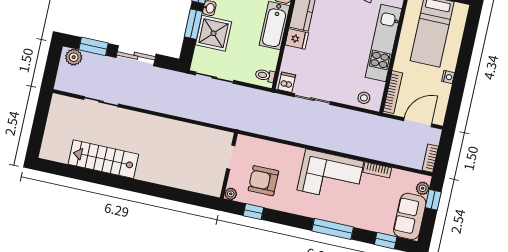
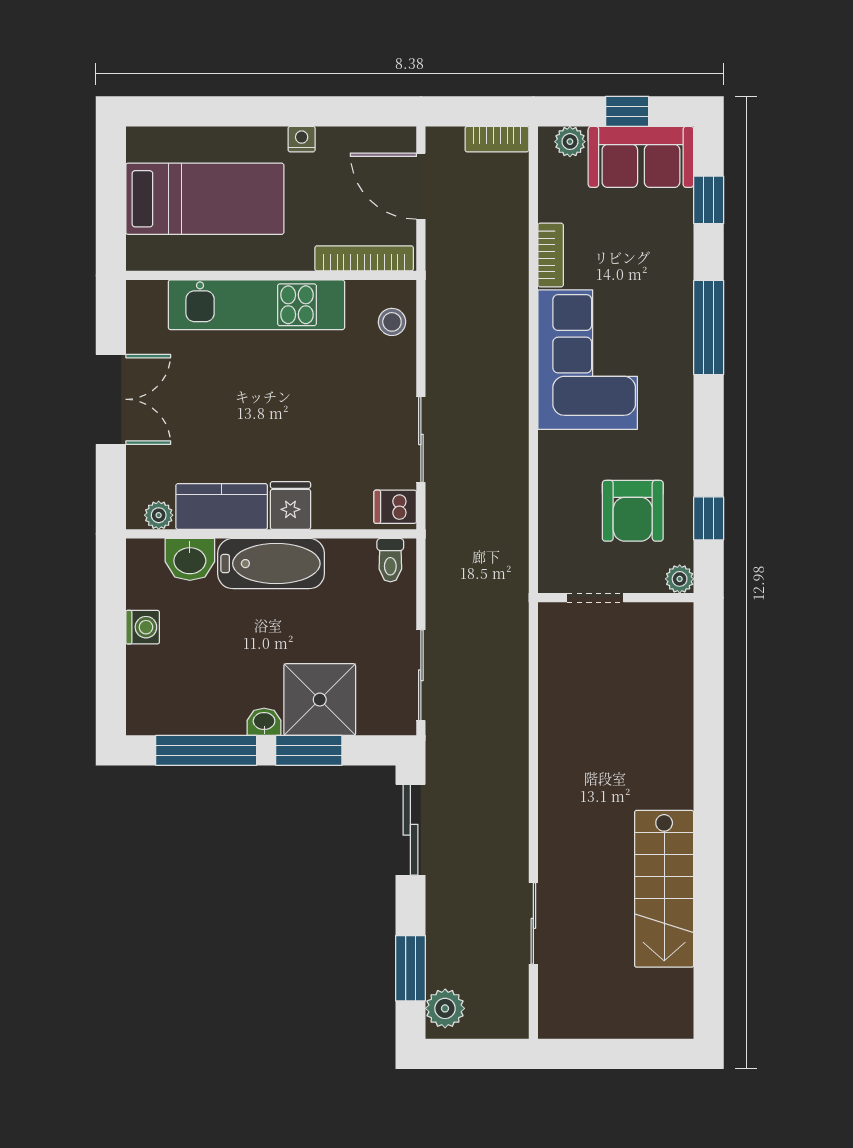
sliding door: (136, 56) -> (410, 830), moved
window: (433, 200) -> (627, 111), moved

